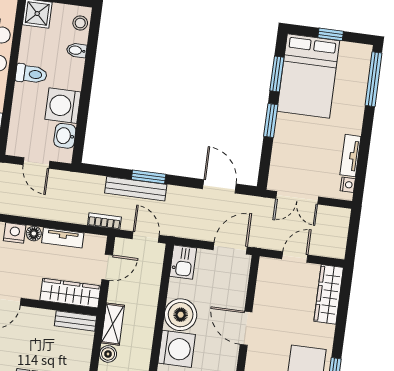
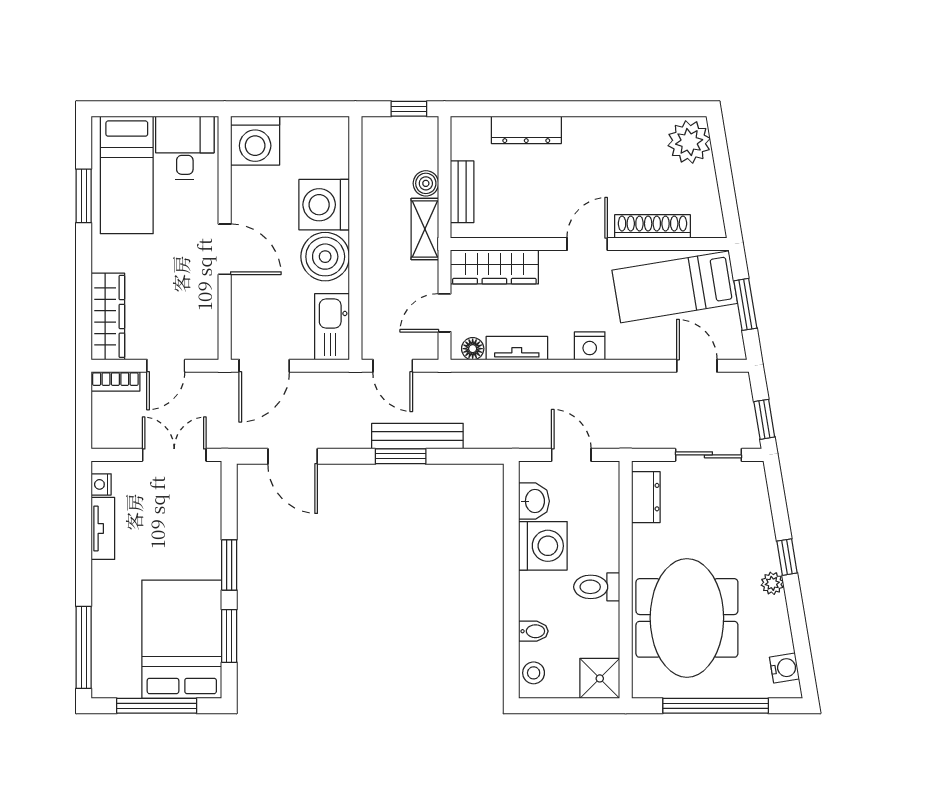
window: (331, 34) -> (157, 706), width x2.17
bookcase: (104, 221) -> (115, 381), moved
floor lamp: (34, 234) -> (473, 349), moved
kitchen sink: (183, 262) -> (332, 327), width x1.38
bench: (75, 321) -> (462, 192), moved, turned 90

